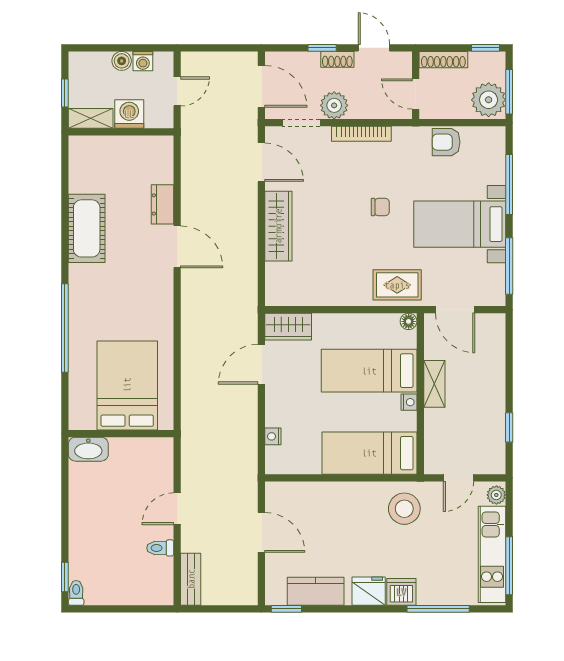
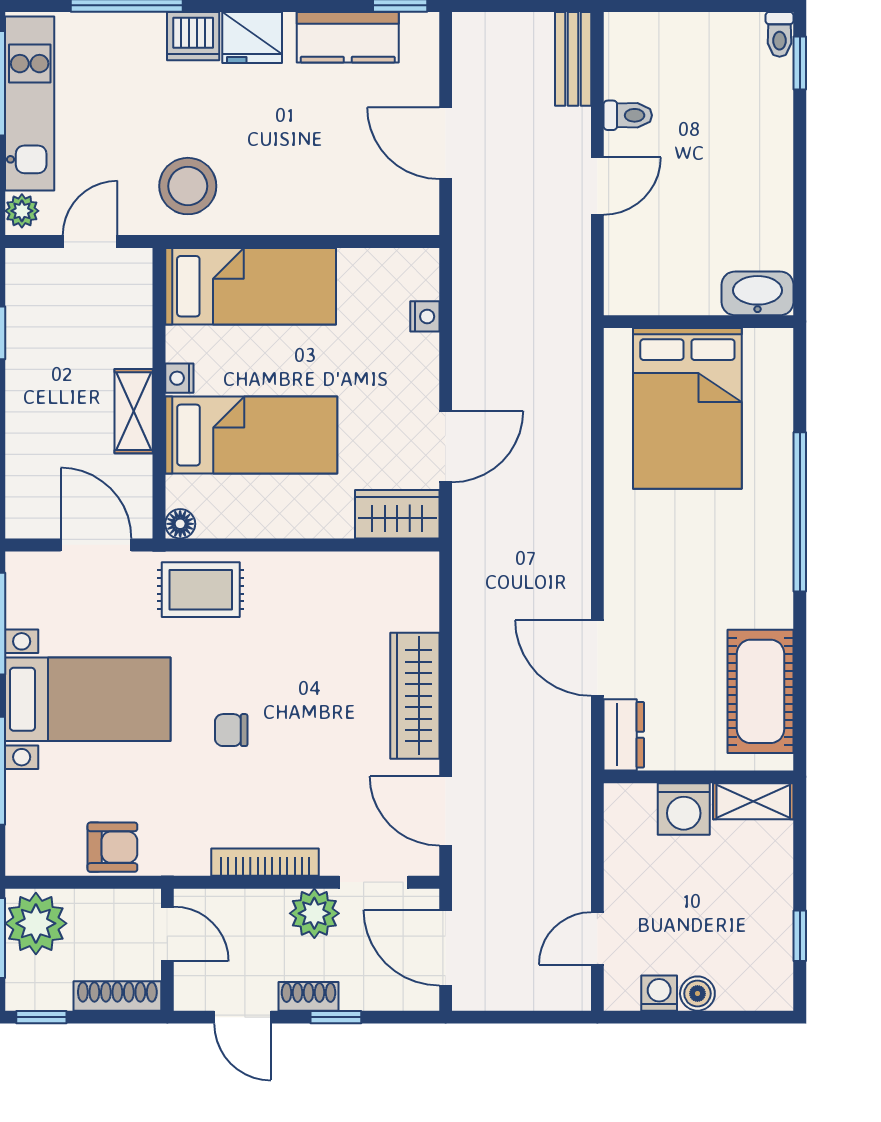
washing machine: (129, 114) -> (684, 809), moved
shelving: (91, 118) -> (753, 801), moved
wall: (121, 132) -> (699, 777), moved

